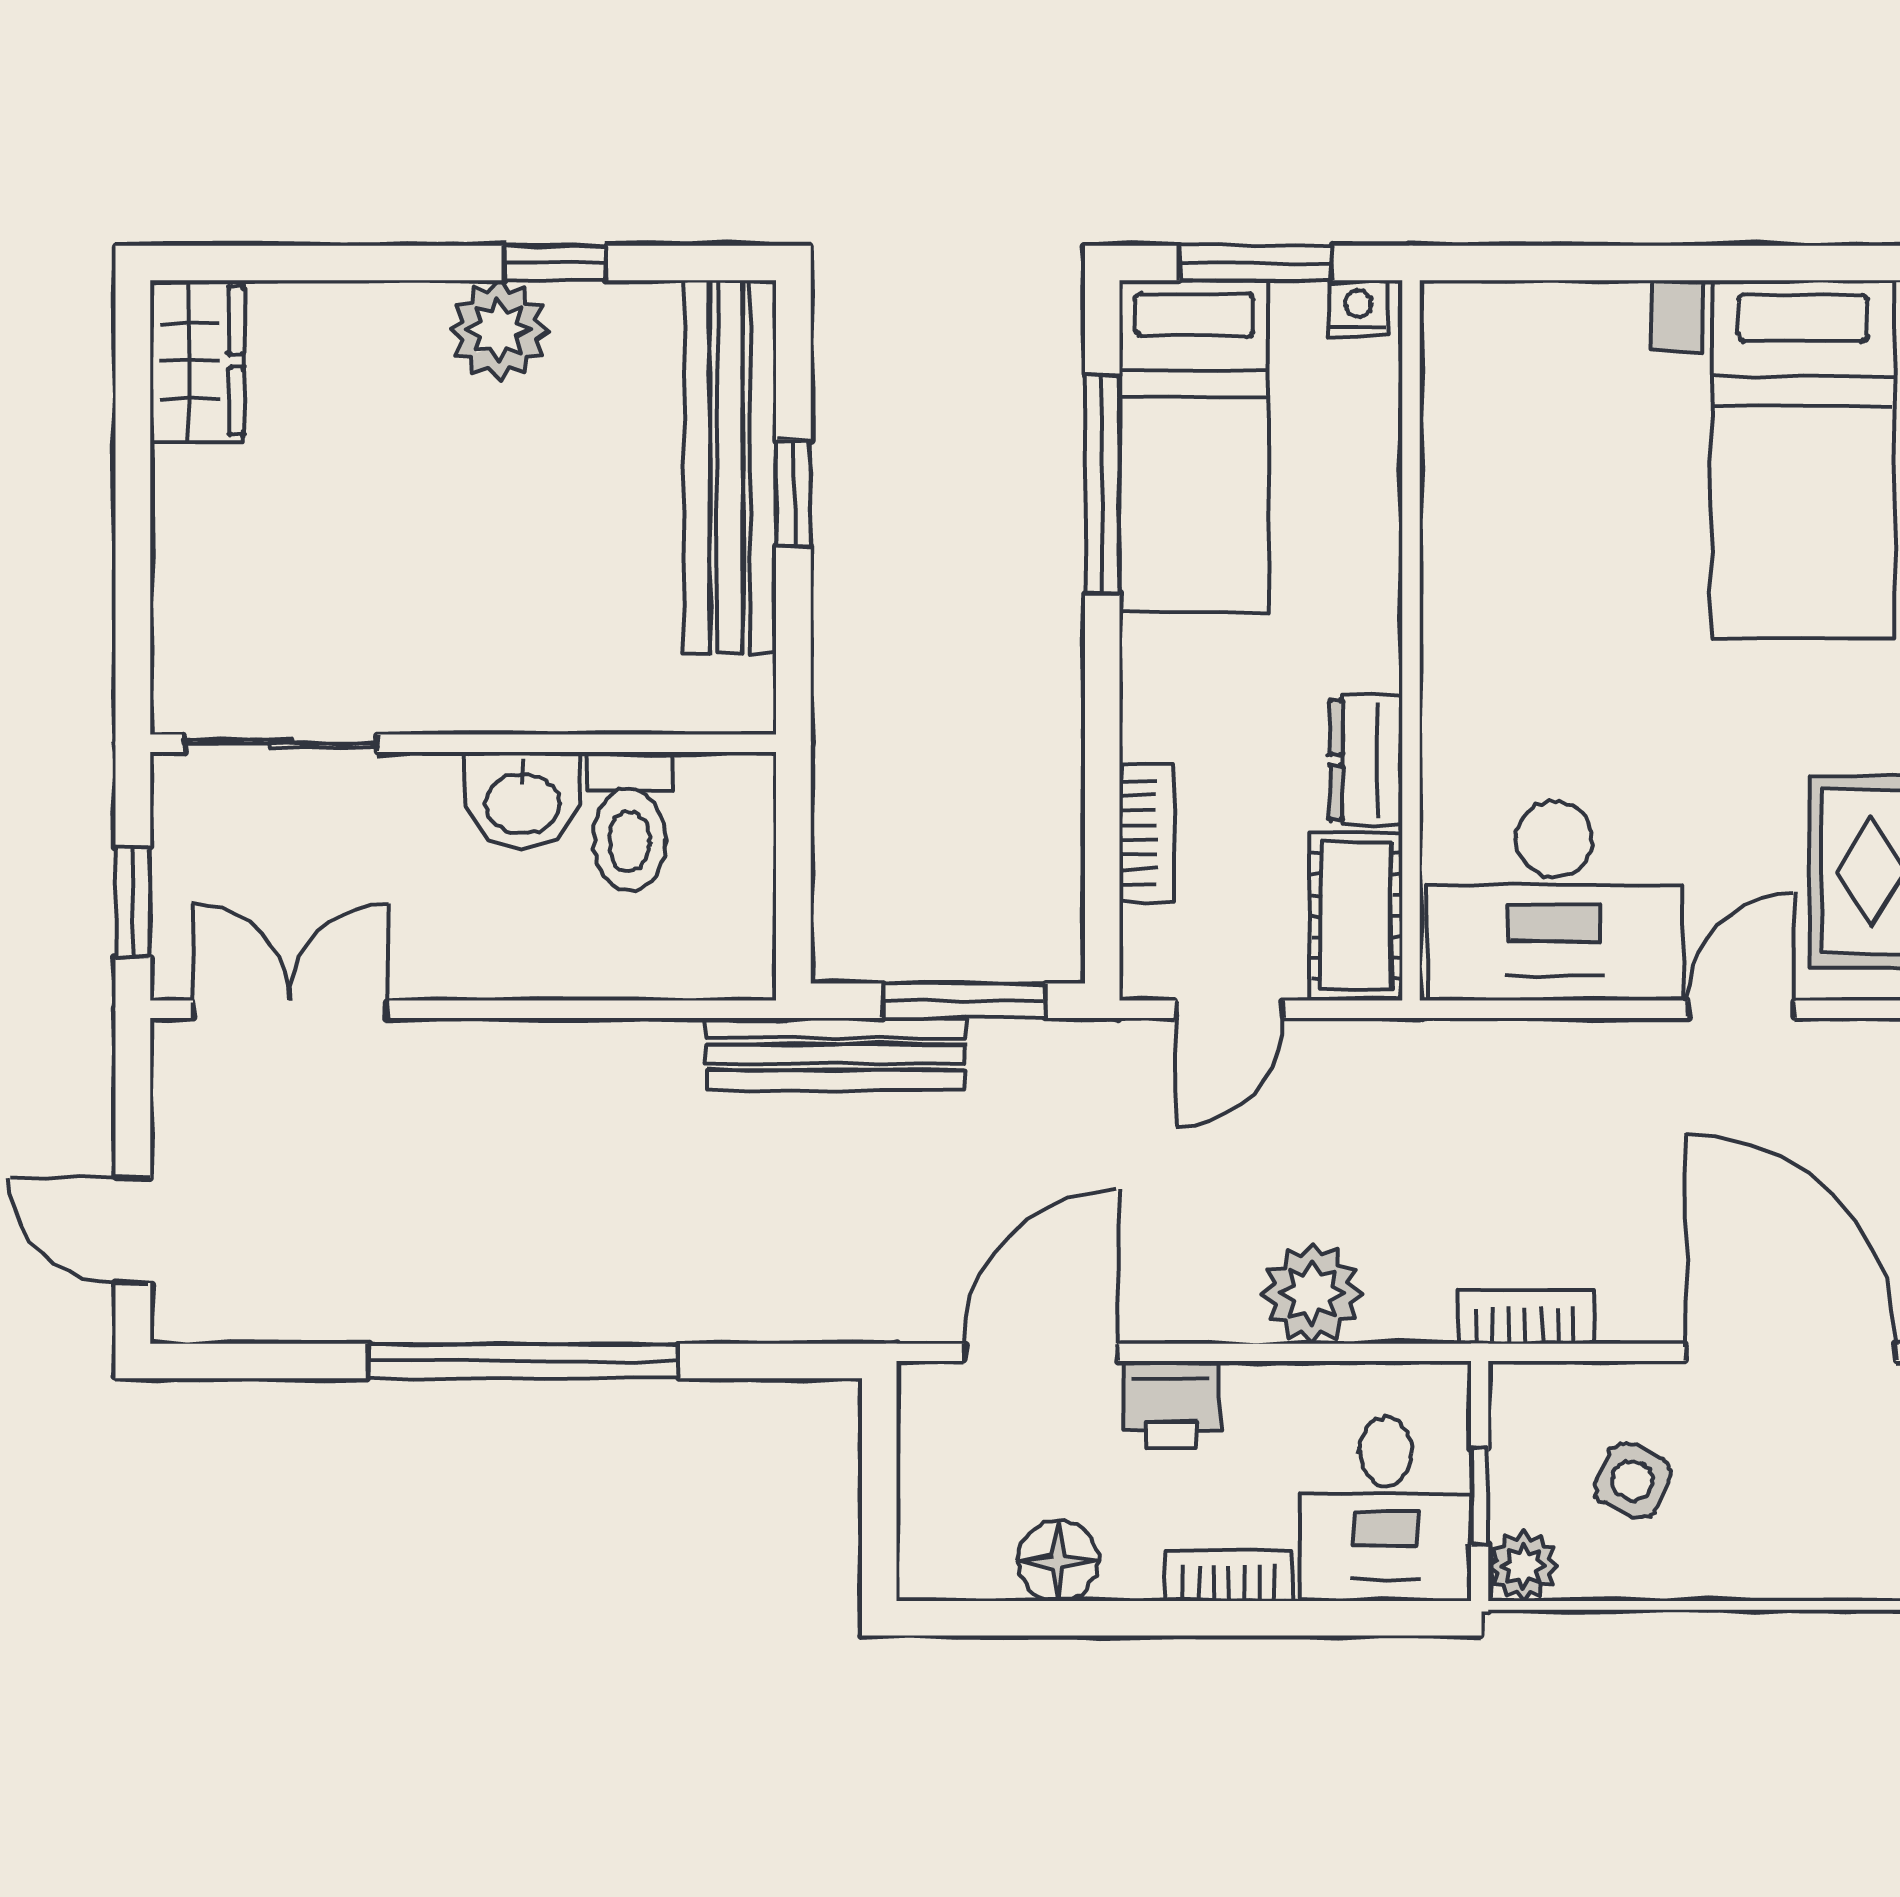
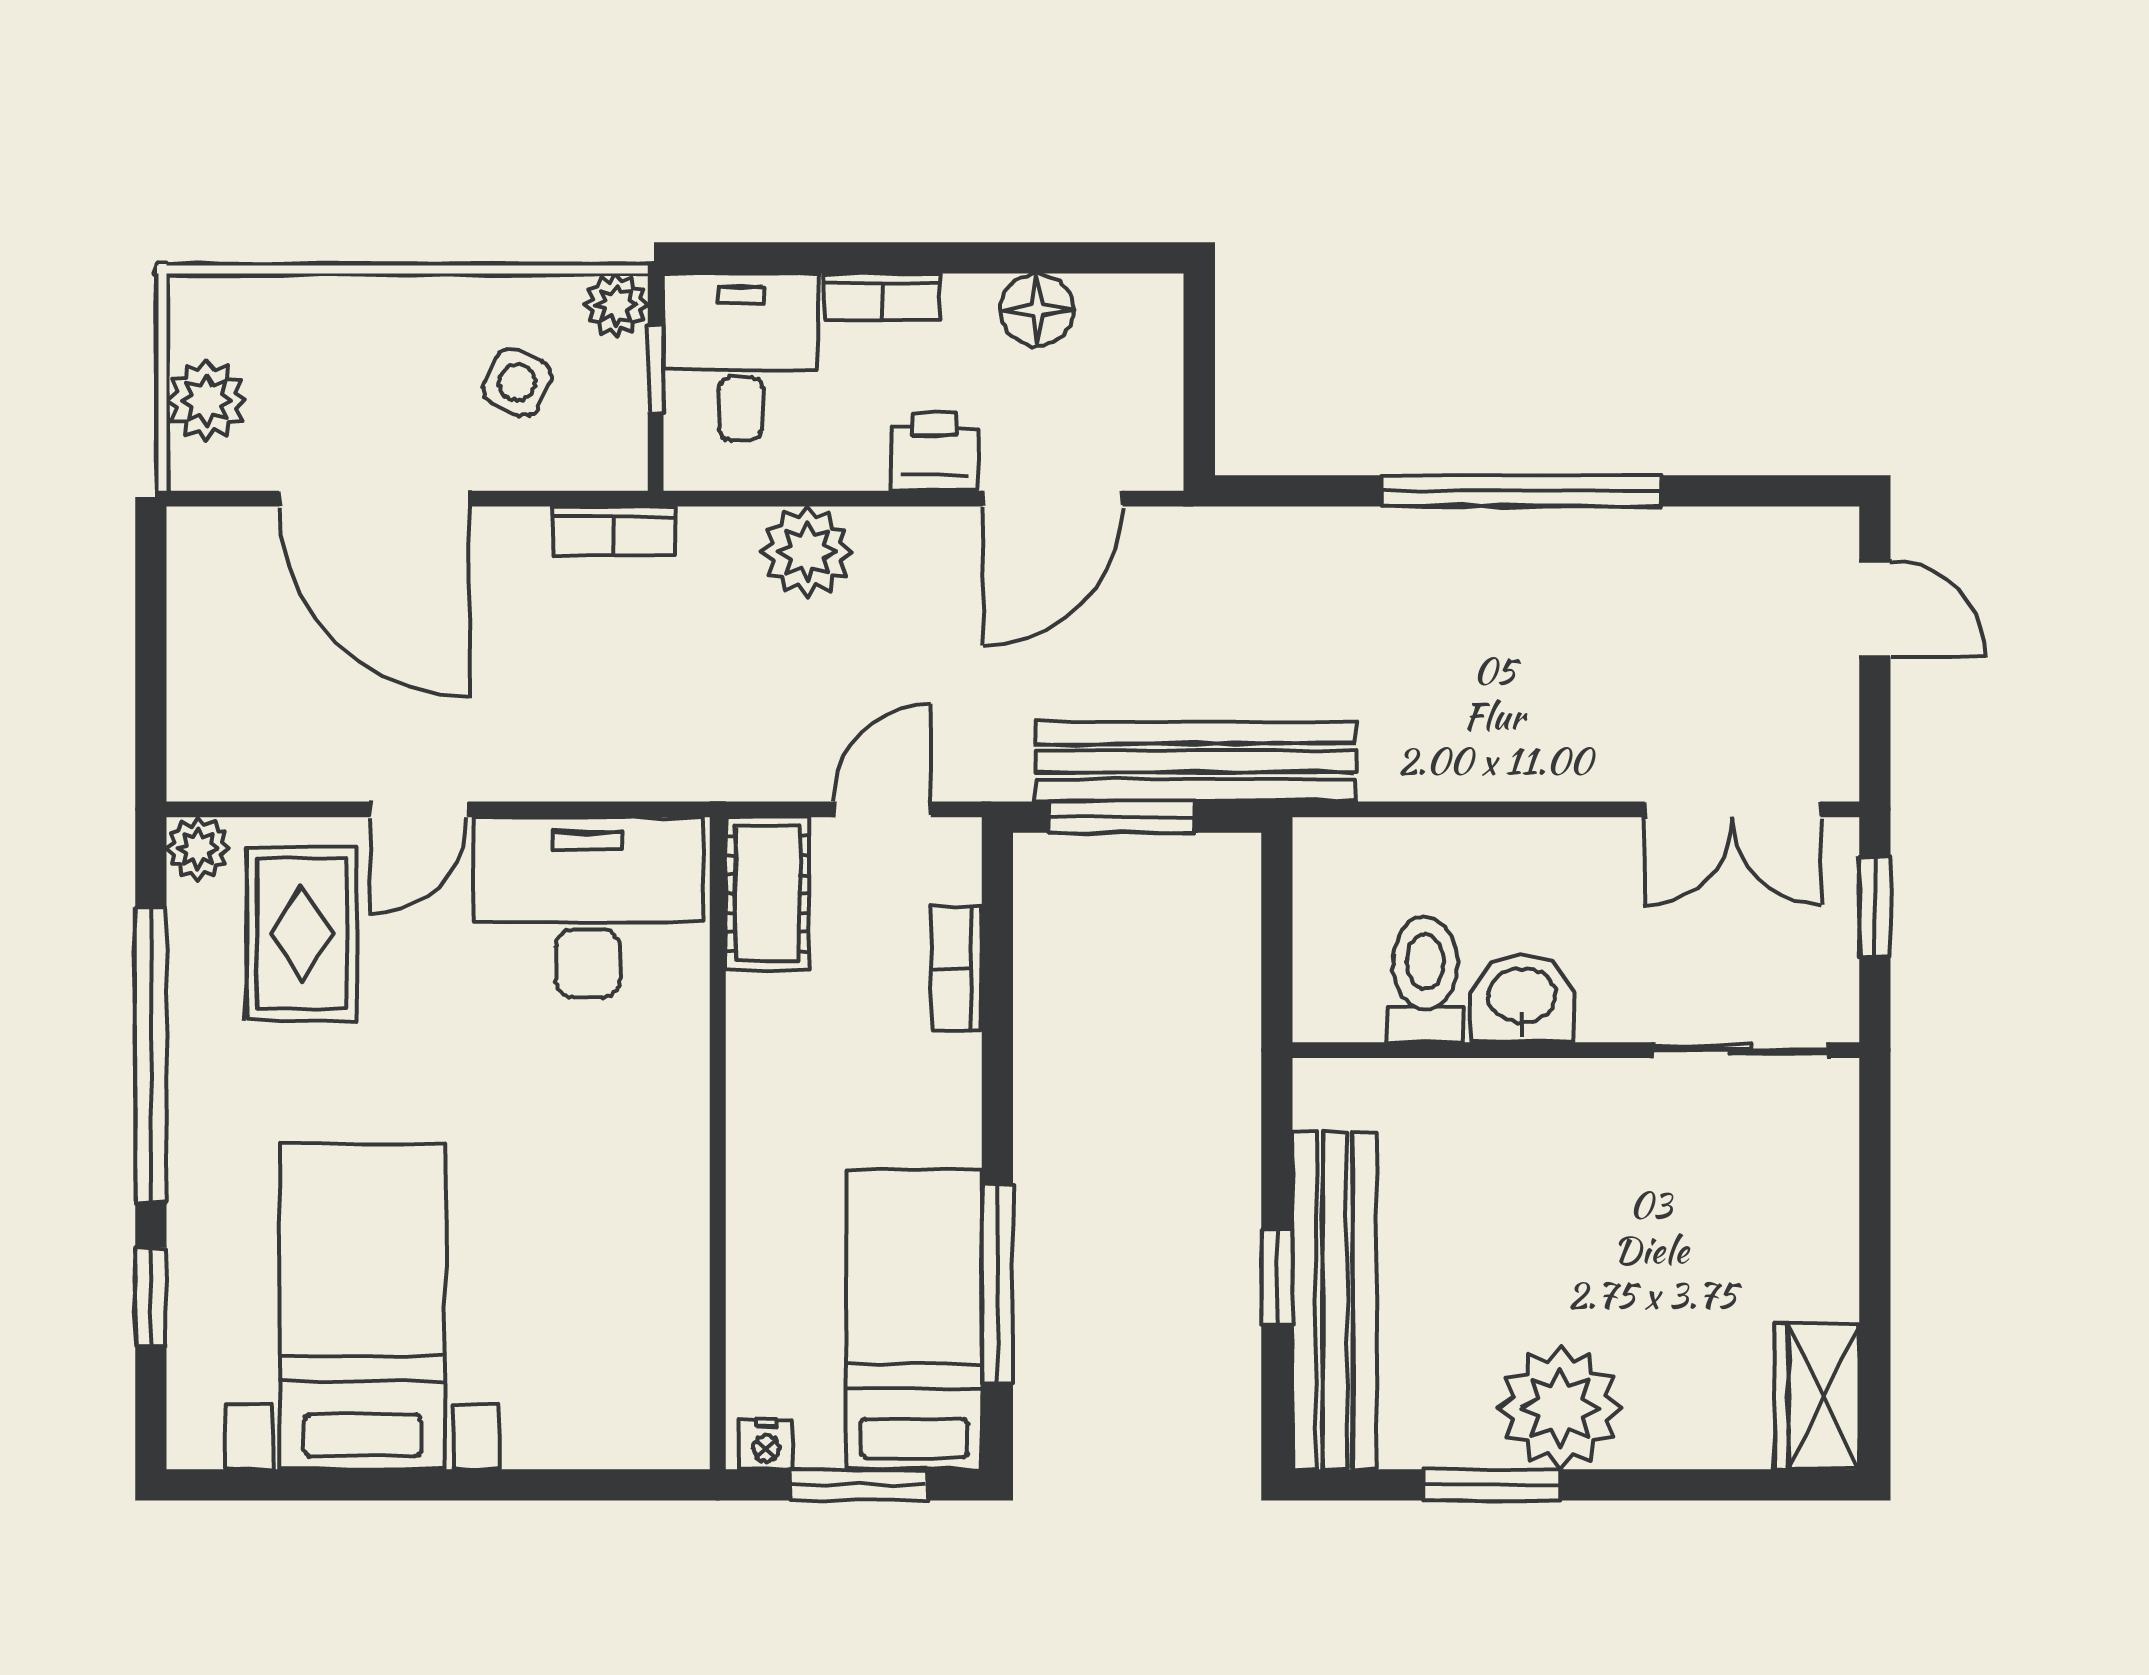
window: (555, 263) -> (1492, 1485), width x1.50
plant: (499, 330) -> (1560, 1408), width x1.36, depth x1.36
dresser: (1366, 760) -> (759, 1035), removed
bench: (836, 1054) -> (1195, 762), width x1.37, depth x1.21

